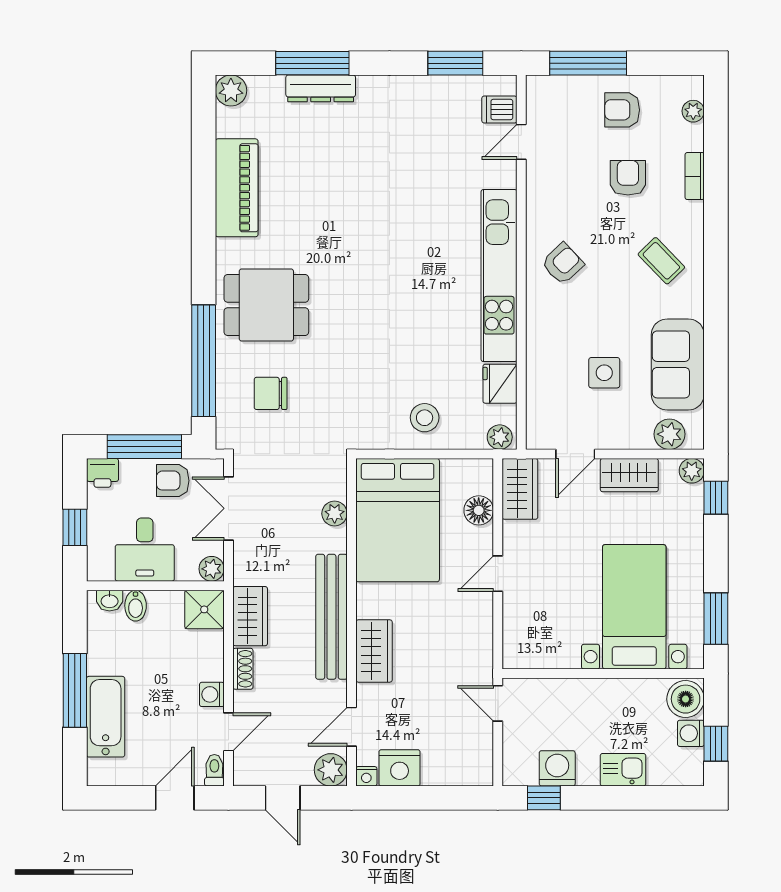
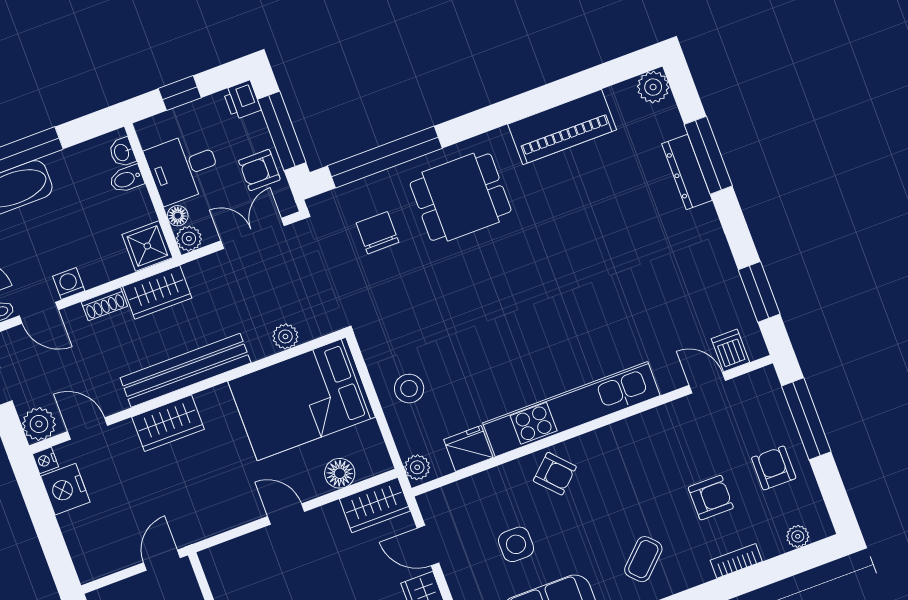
armchair: (563, 264) -> (555, 474), moved
dining table: (266, 305) -> (461, 197), turned 90
armchair: (173, 481) -> (259, 170), turned -90
floor lamp: (187, 571) -> (178, 216), added

